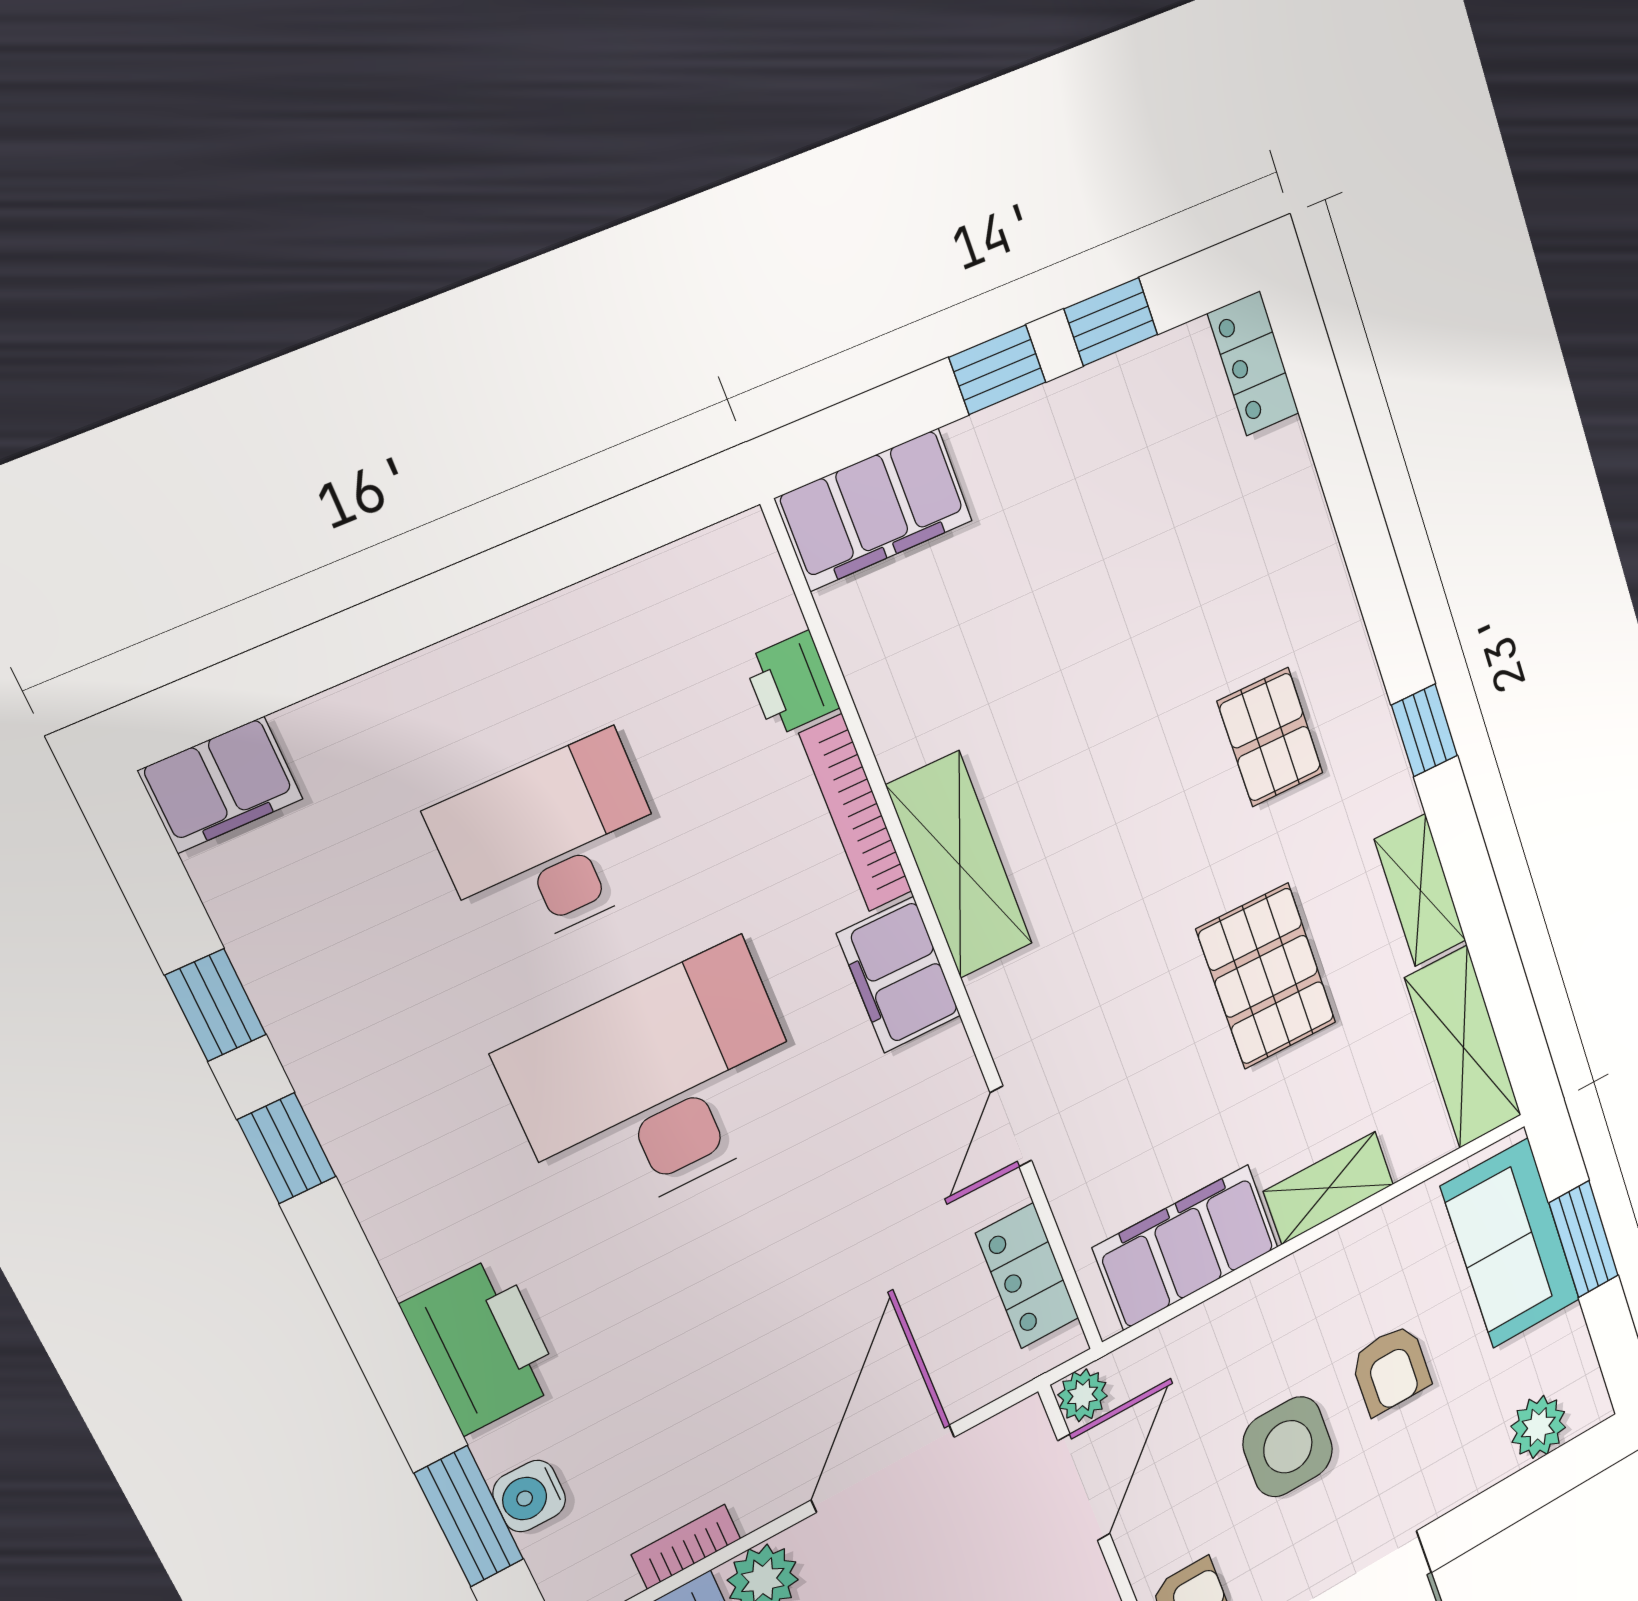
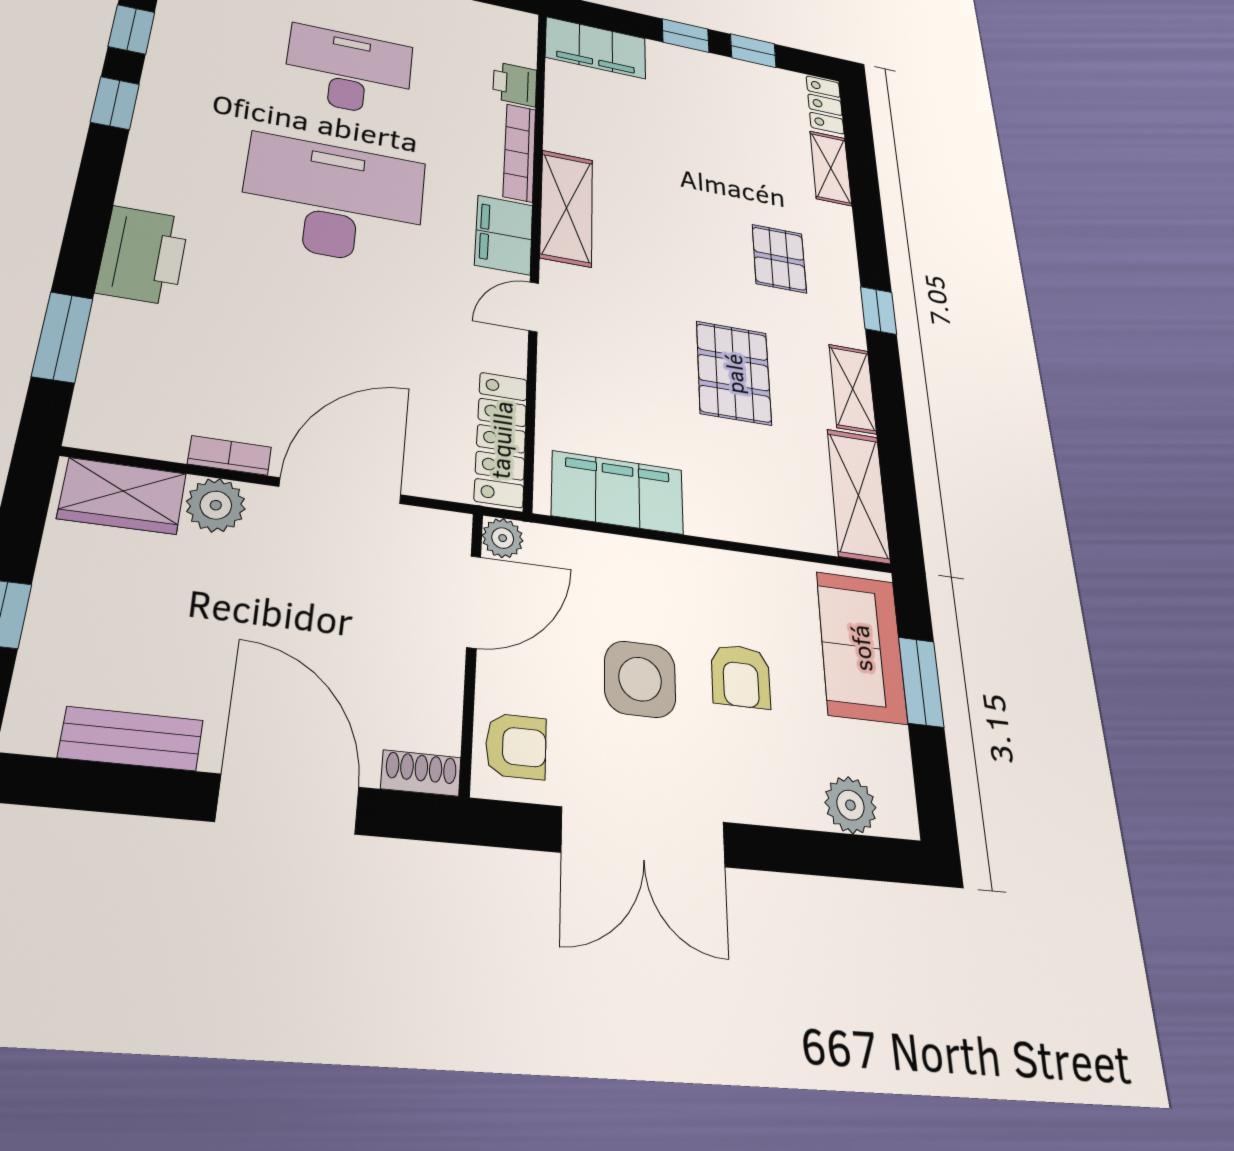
door: (1011, 1126) -> (534, 307), moved
shelving: (1329, 1188) -> (831, 168), moved, turned 90
locker: (1027, 1276) -> (501, 439), width x1.53
water cooler: (529, 1496) -> (107, 351), removed
bookcase: (686, 1547) -> (230, 455), moved

